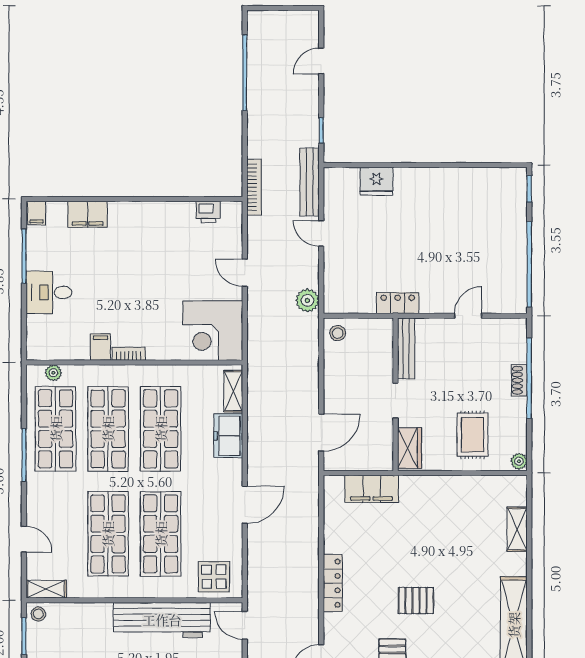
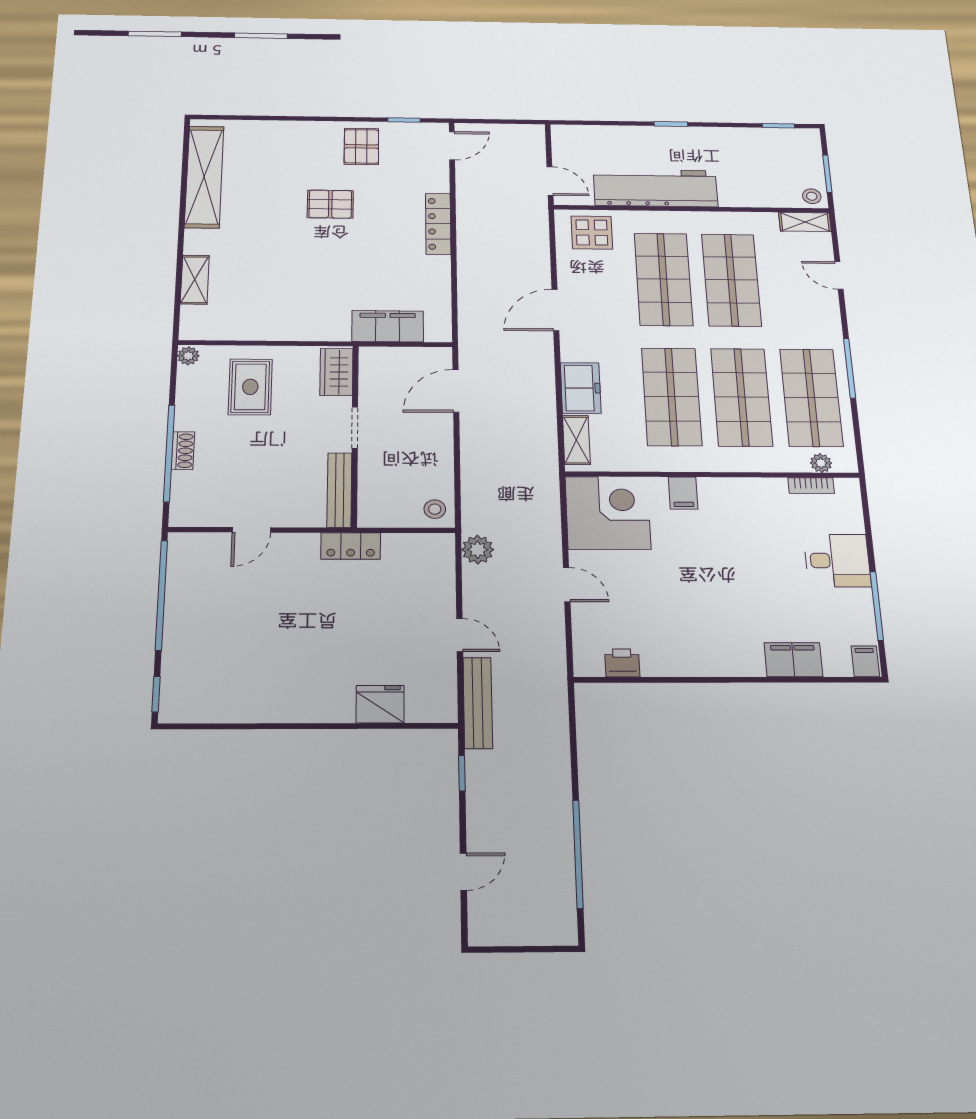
bookcase: (254, 187) -> (558, 696), removed
filing cabinet: (100, 347) -> (683, 493), moved
bookcase: (129, 354) -> (811, 486), moved

